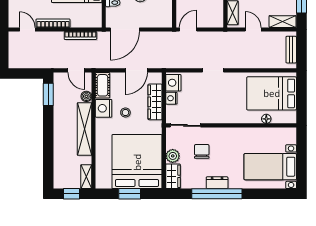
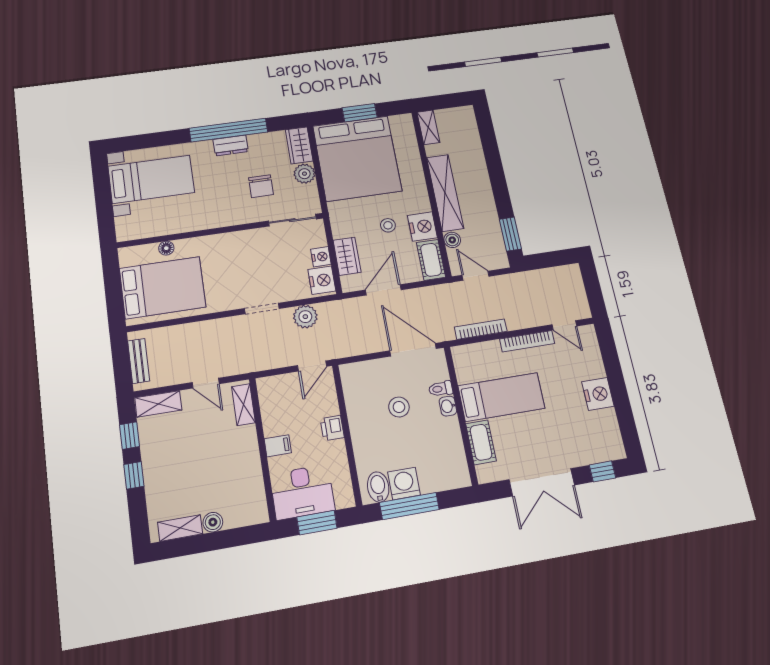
door: (125, 29) -> (413, 350), hinge flipped
plant: (187, 61) -> (305, 317), added
wardrobe: (155, 102) -> (347, 256), width x0.67
window: (71, 194) -> (445, 101), removed

